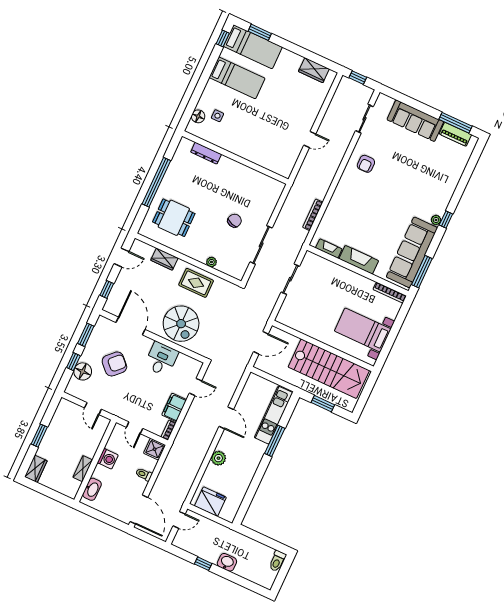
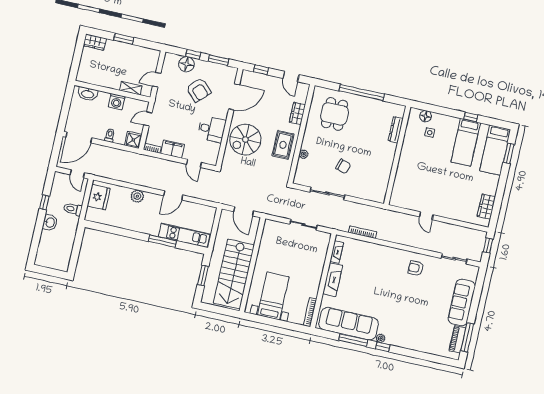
window: (223, 38) -> (471, 117), moved
window: (422, 272) -> (353, 340), moved
shelving: (83, 469) -> (131, 88), moved
toilet: (277, 561) -> (73, 209), moved

